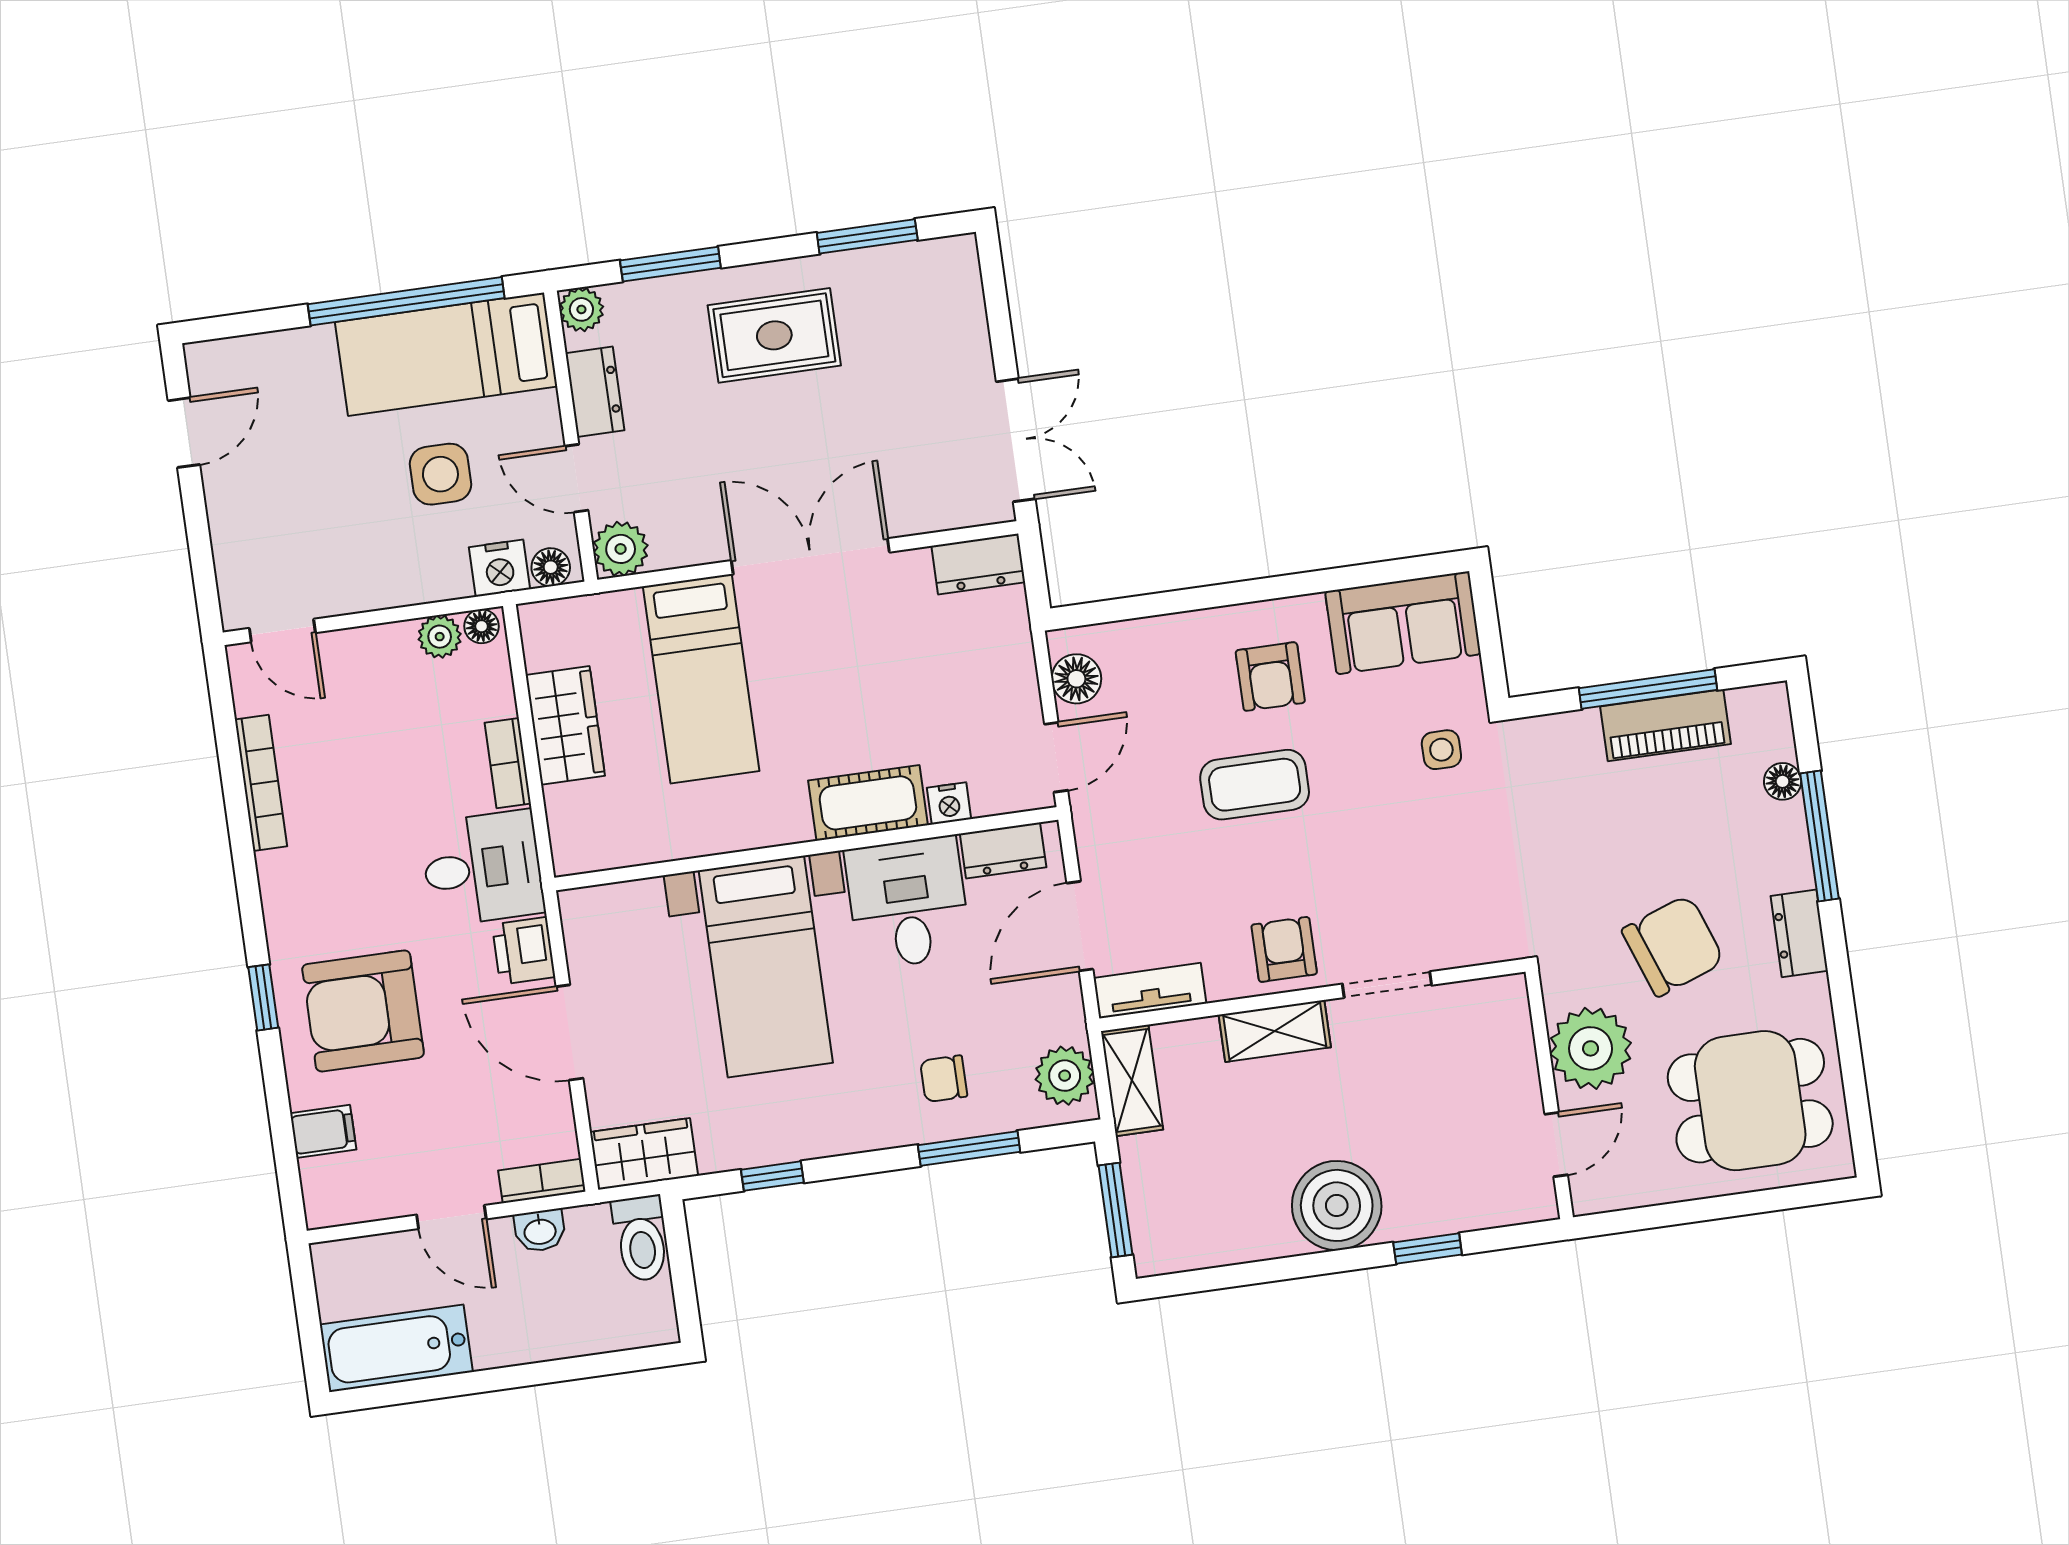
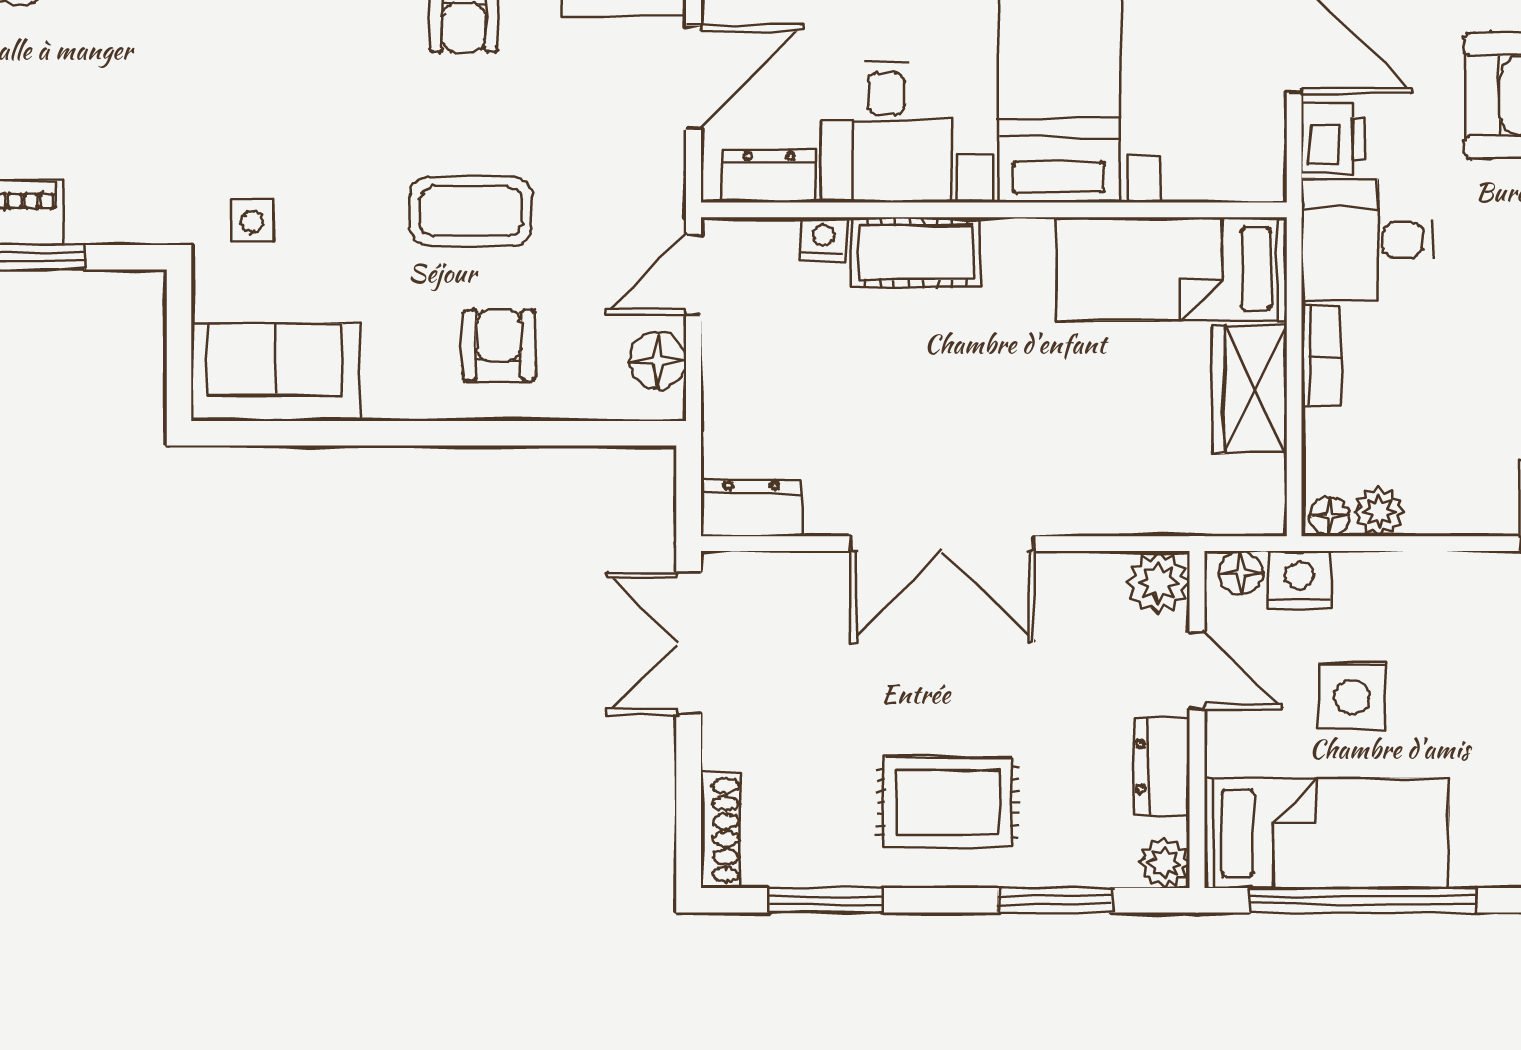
shoe rack: (966, 284) -> (721, 830), added
armchair: (1270, 677) -> (499, 345), moved
bed: (701, 679) -> (1172, 269), moved, turned -90

